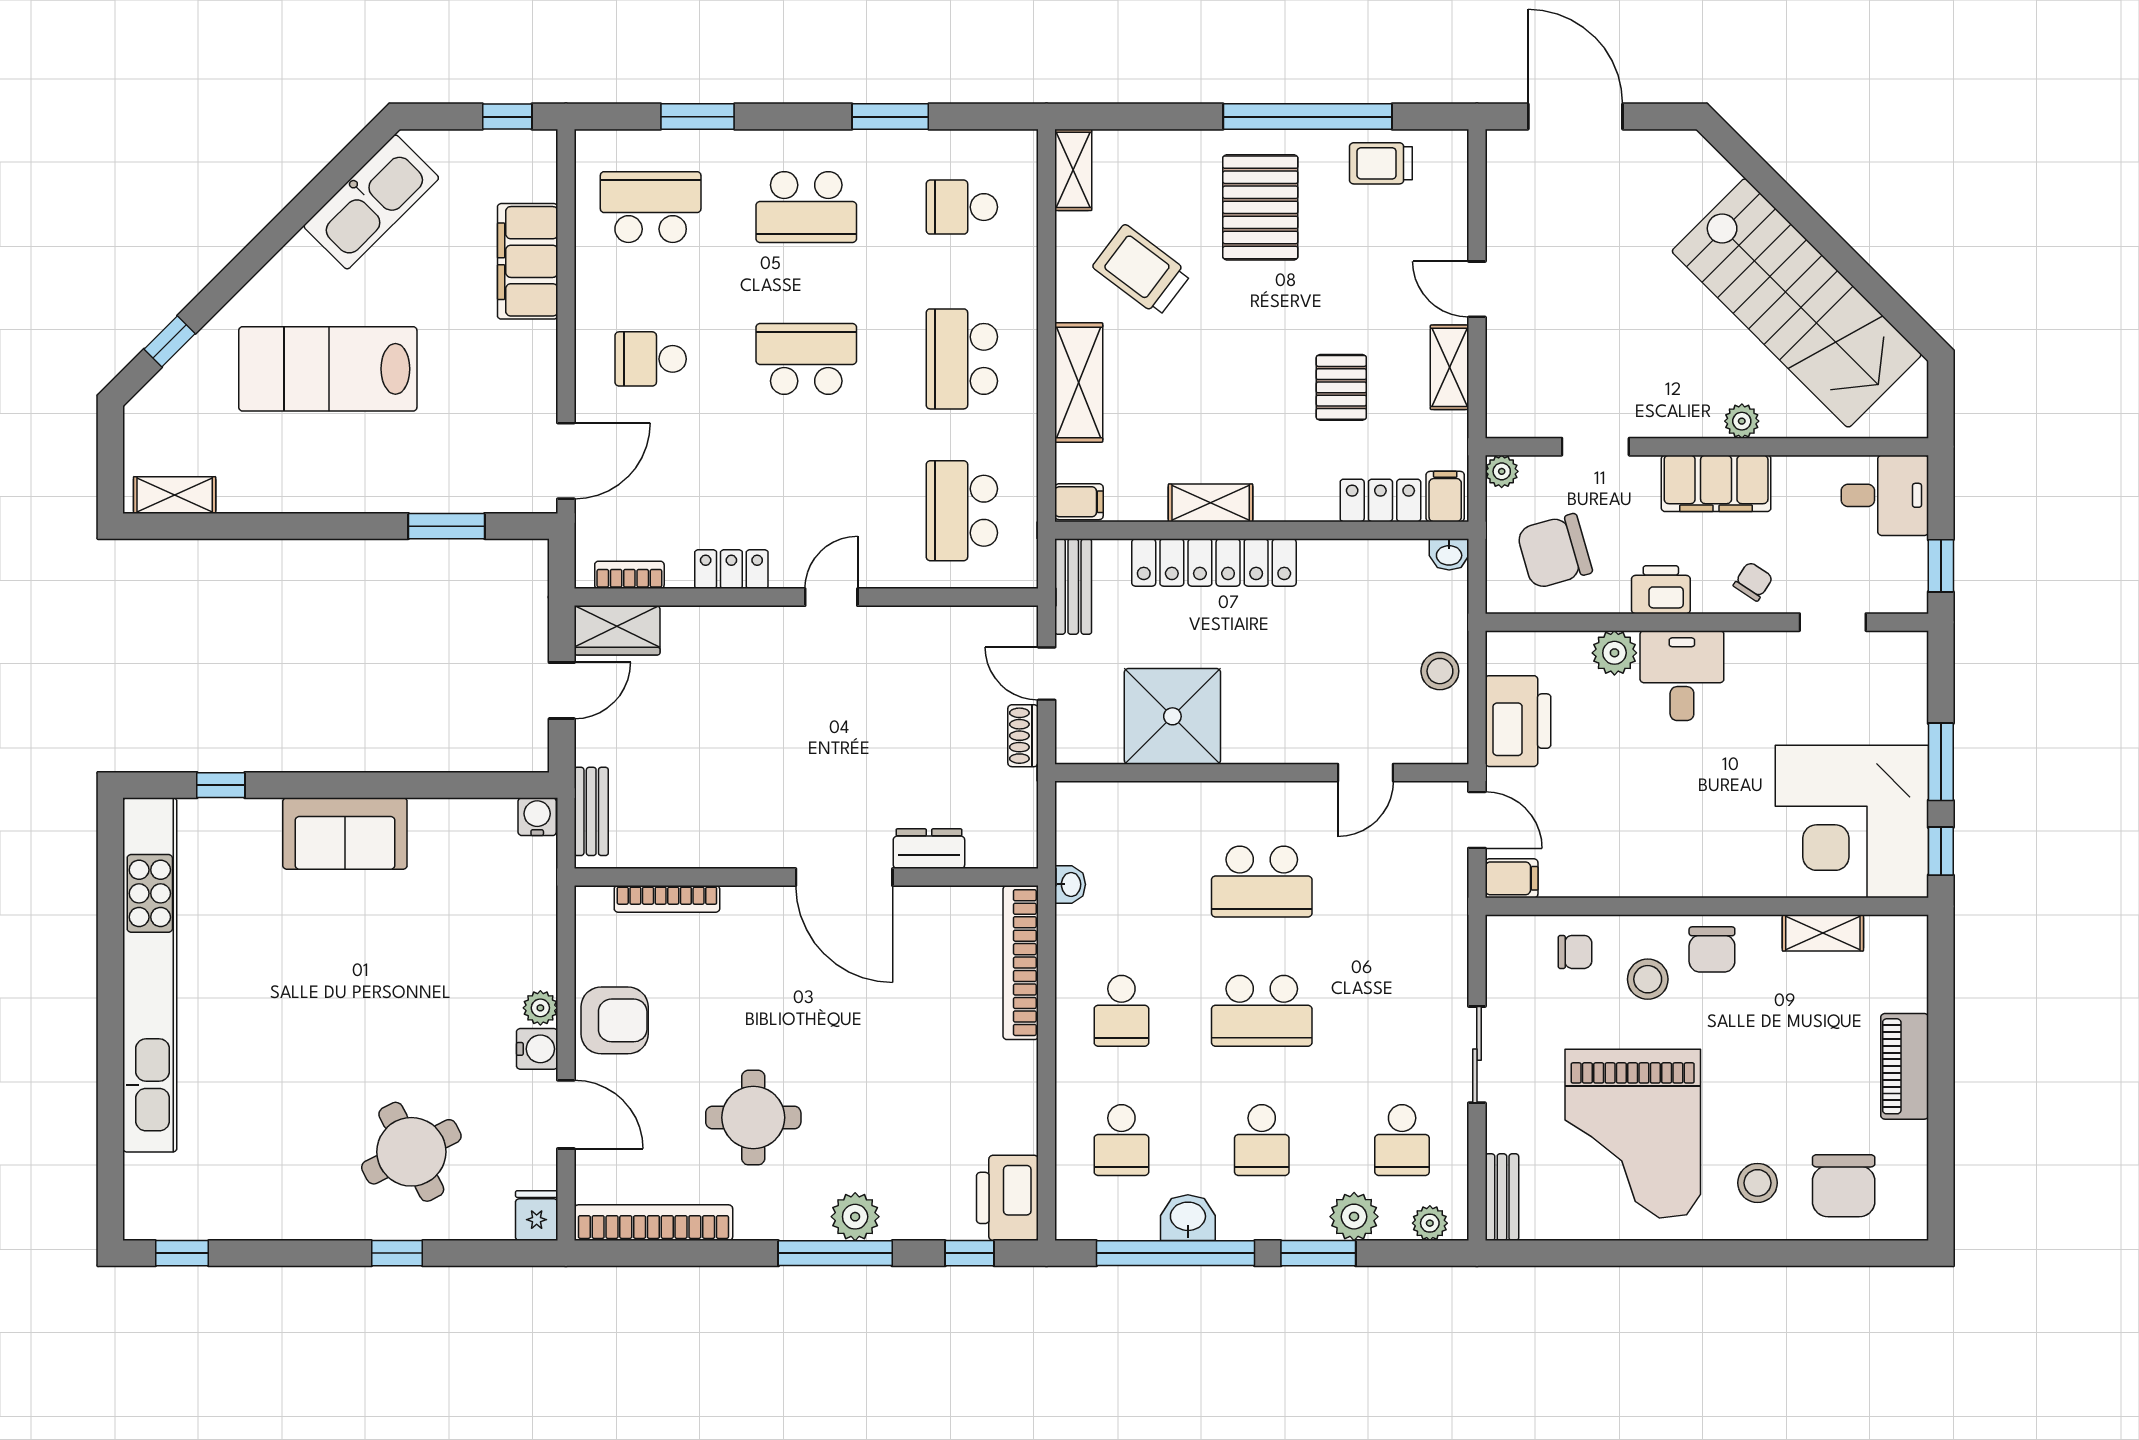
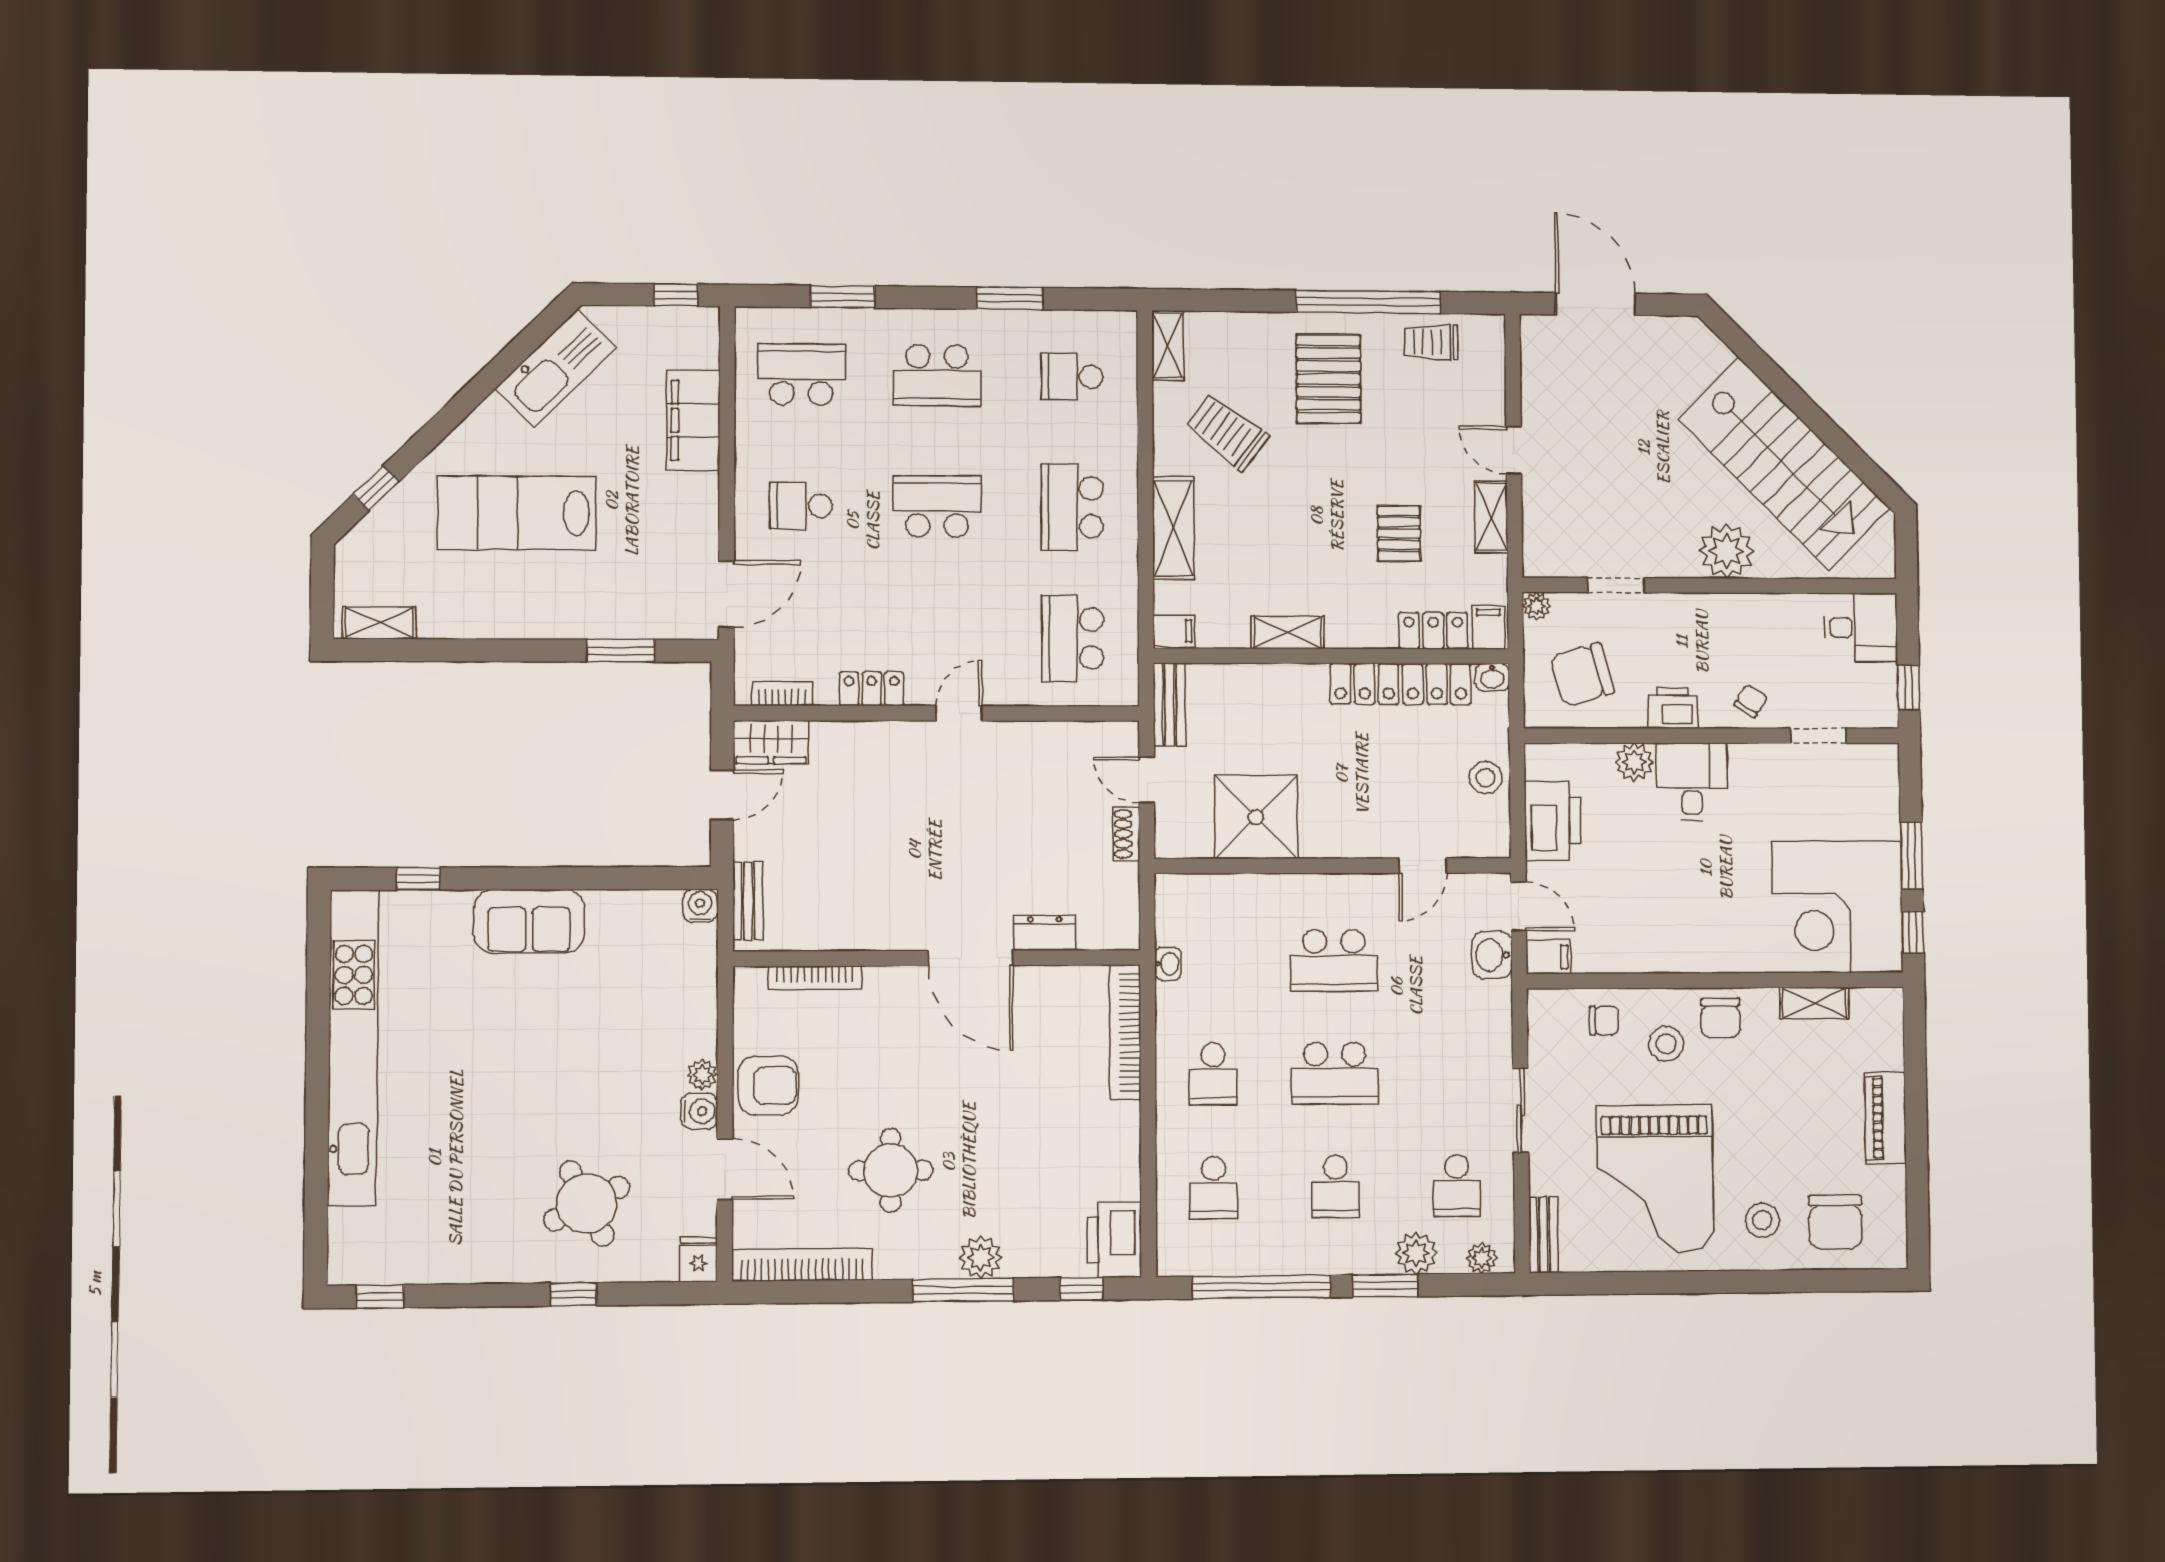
plant: (1742, 421) -> (1726, 551), width x1.88, depth x1.88
filing cabinet: (1716, 483) -> (1718, 617), removed
locker: (1214, 562) -> (1401, 684), moved
washbasin: (1188, 1218) -> (1492, 955), moved, turned -90

